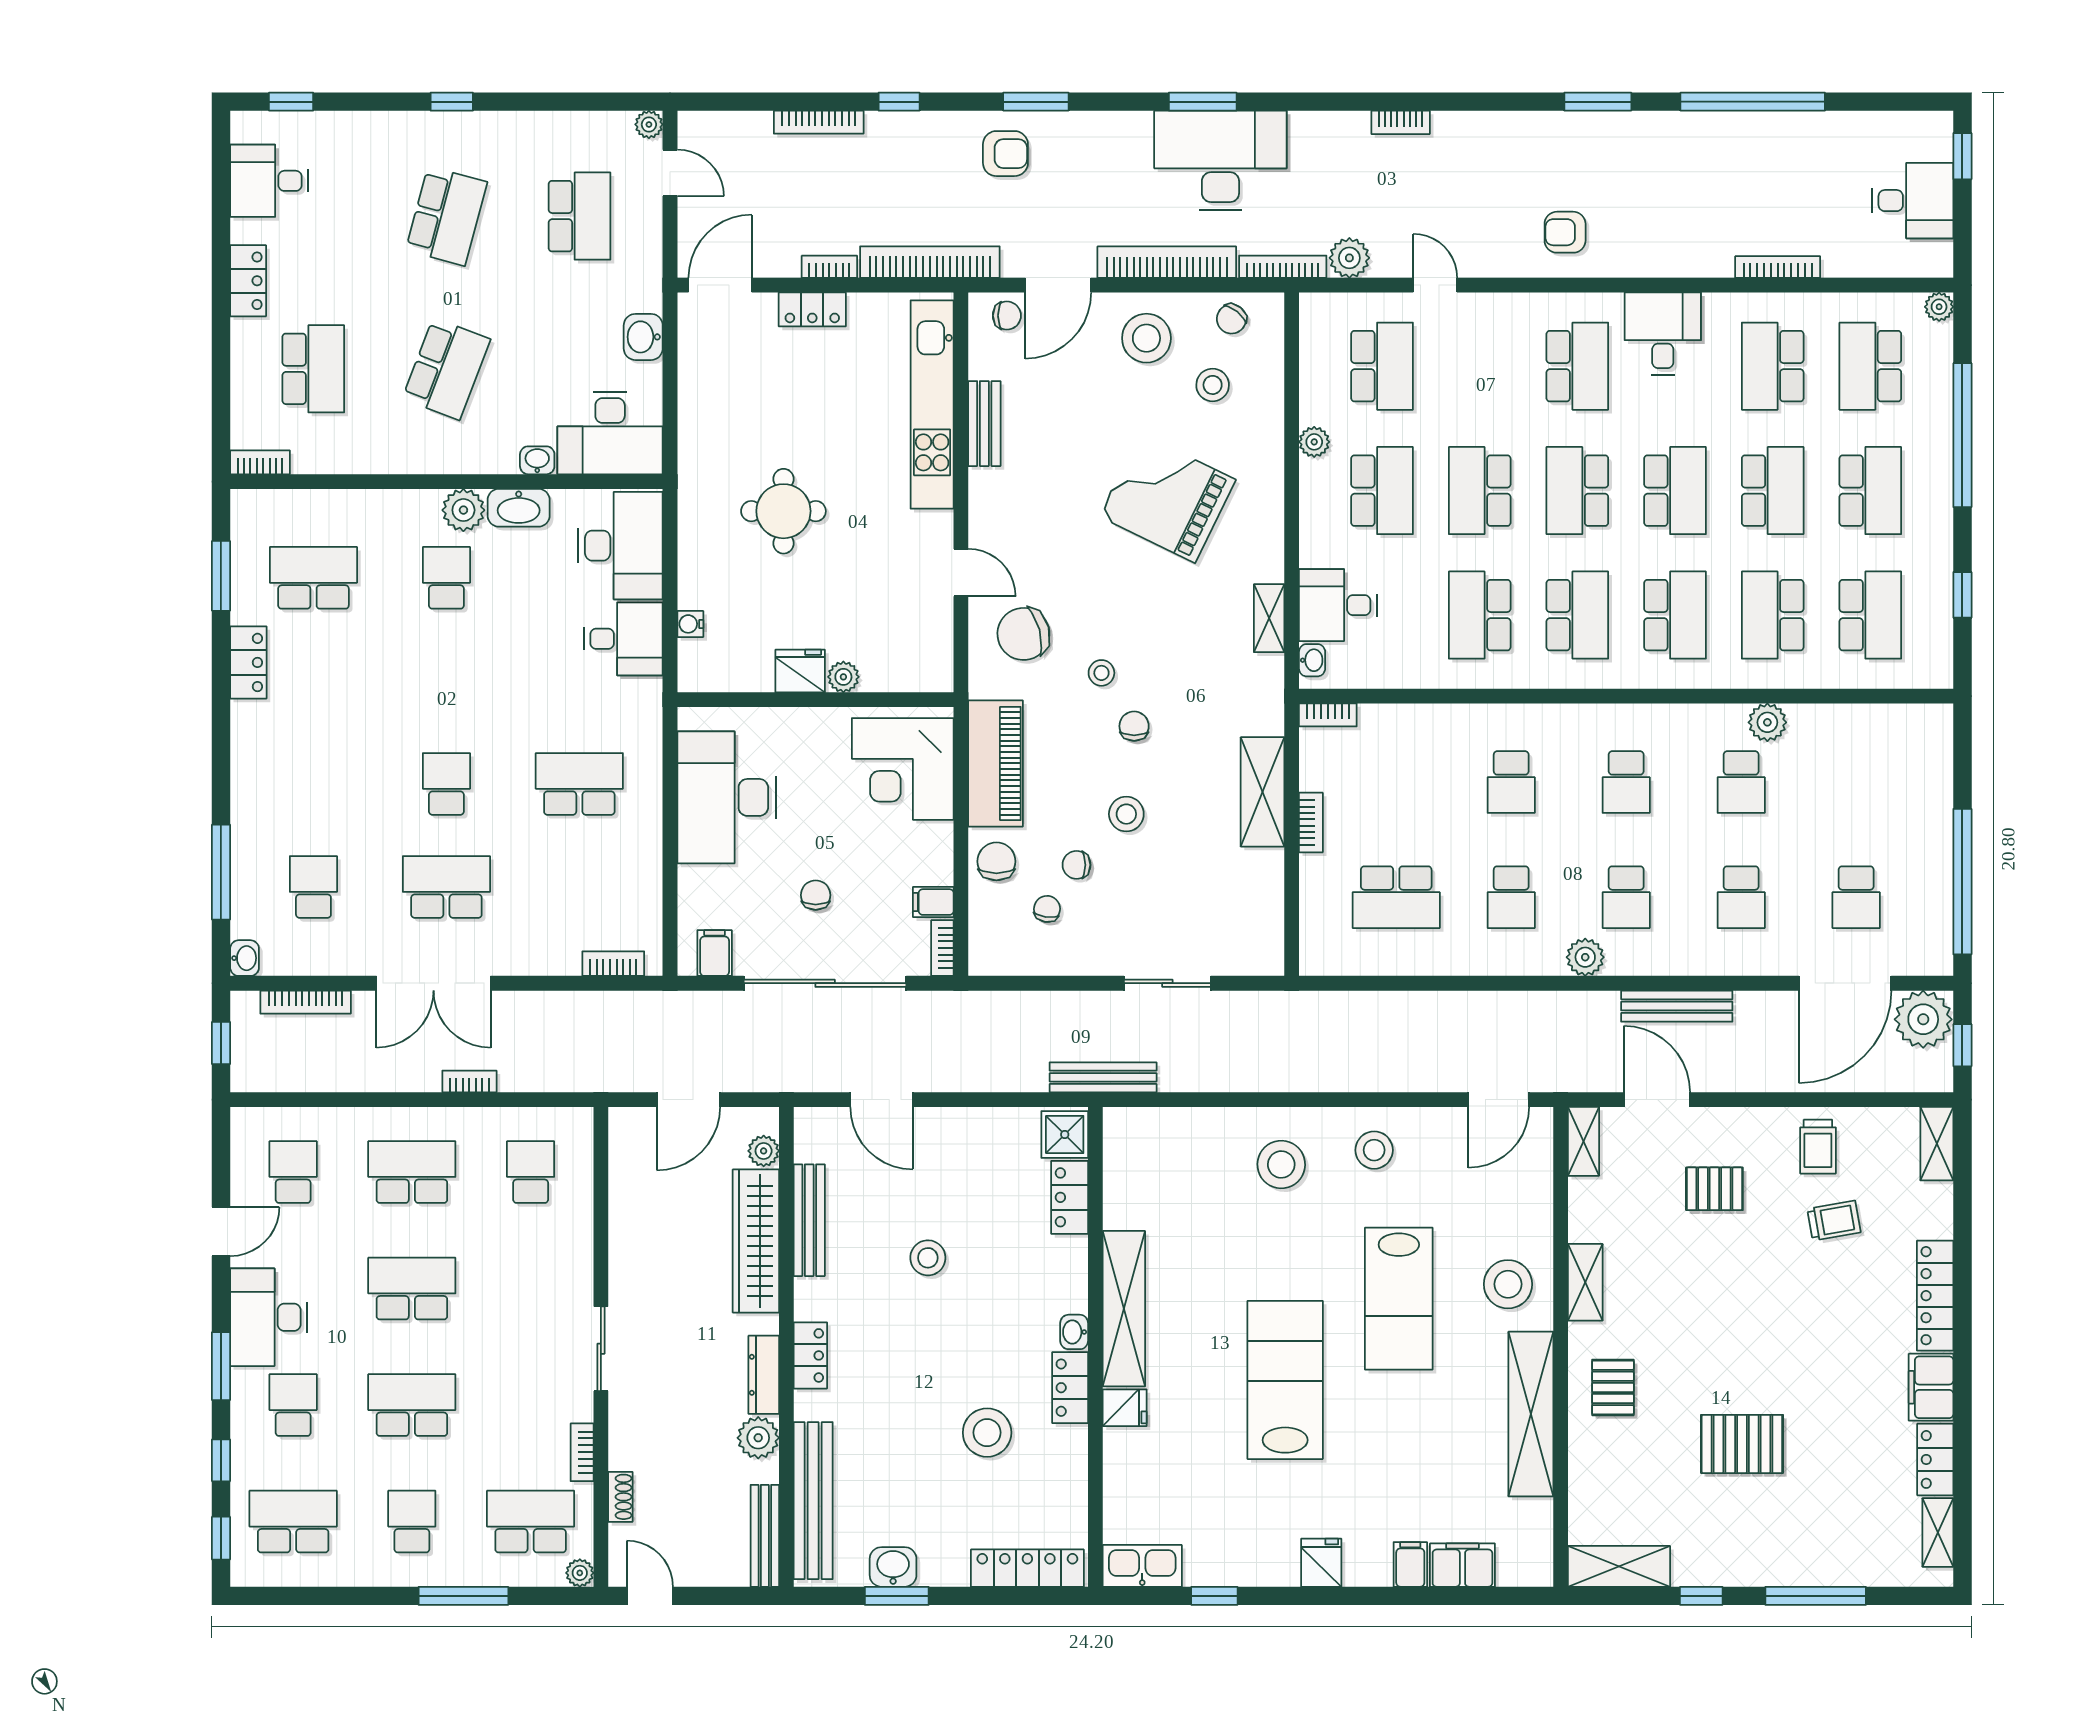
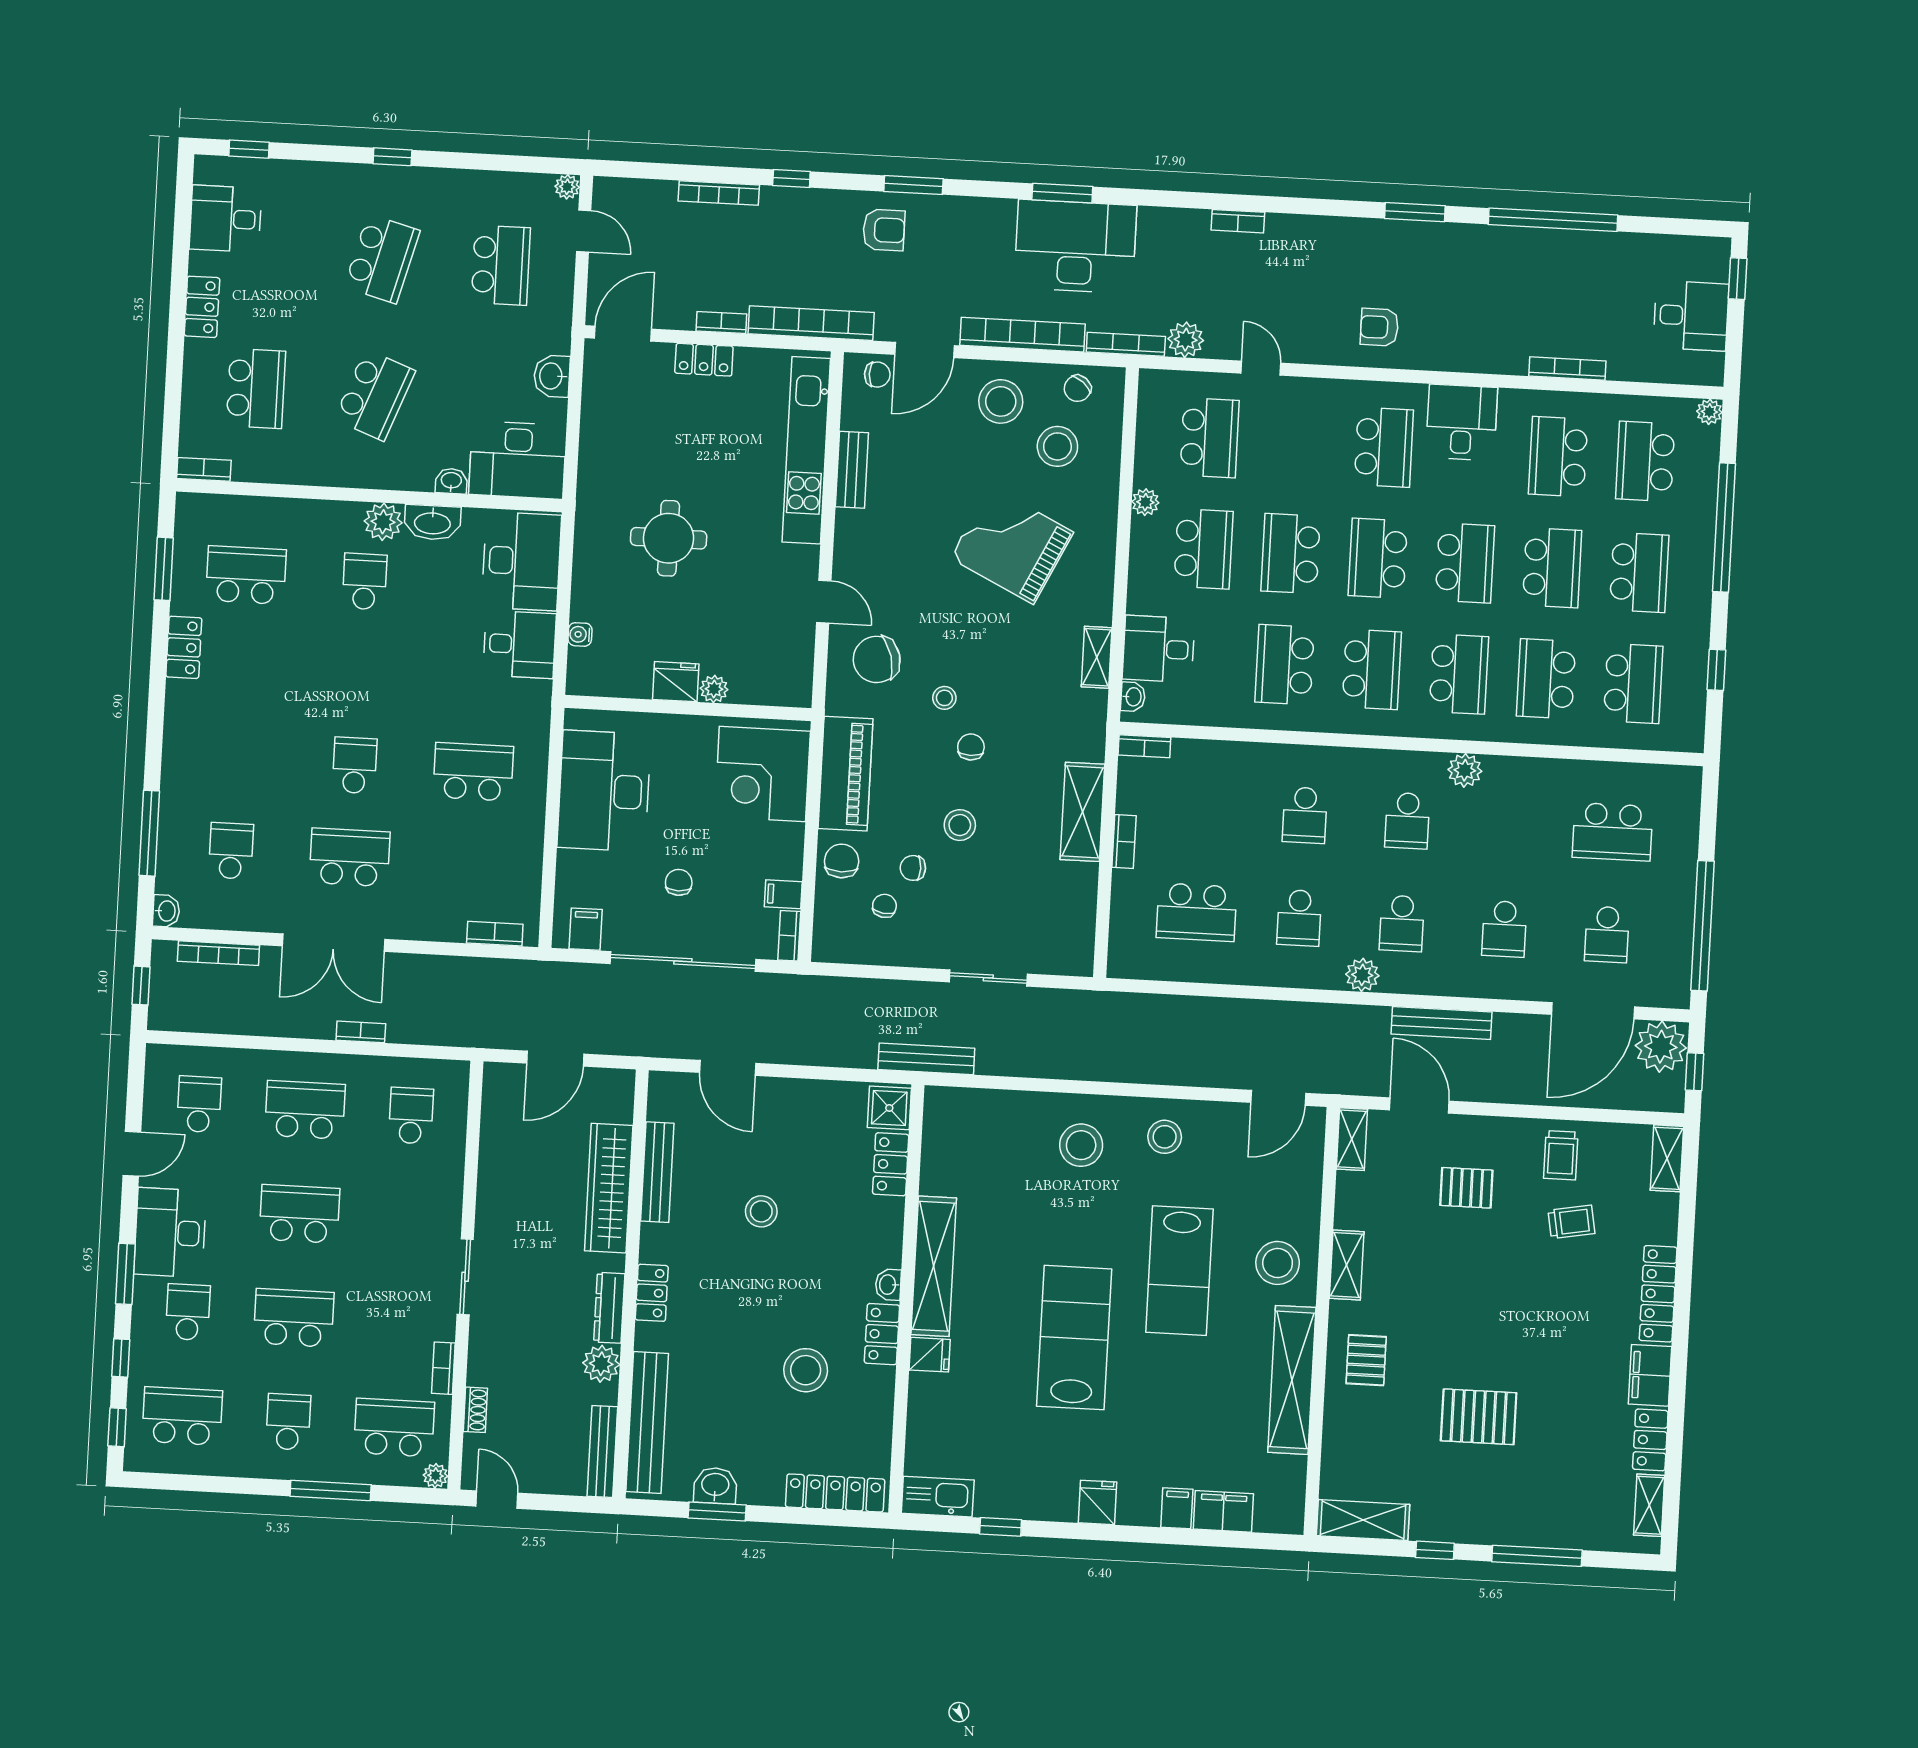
stool: (1213, 385) -> (1057, 446), width x1.38, depth x1.38
plant: (1767, 722) -> (1465, 770), moved
school desk: (1741, 782) -> (1612, 832), moved, width x1.85
plant: (764, 1151) -> (620, 1108), removed

